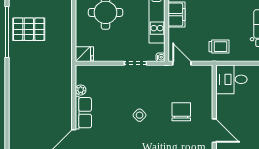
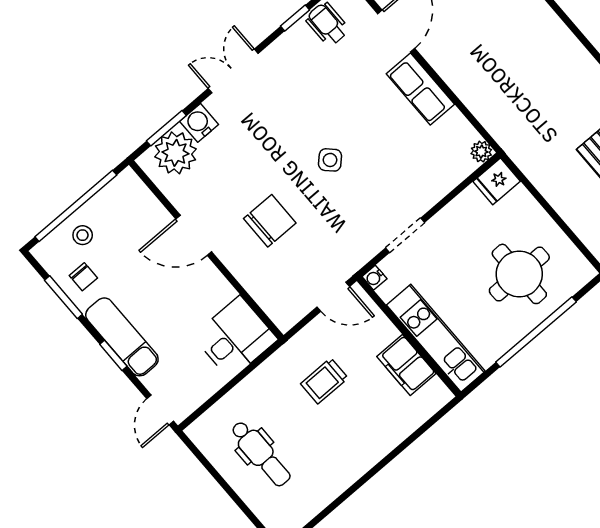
trolley: (219, 47) -> (324, 381), moved
plant: (81, 90) -> (481, 152), moved
chair: (181, 112) -> (270, 221), turned -90

